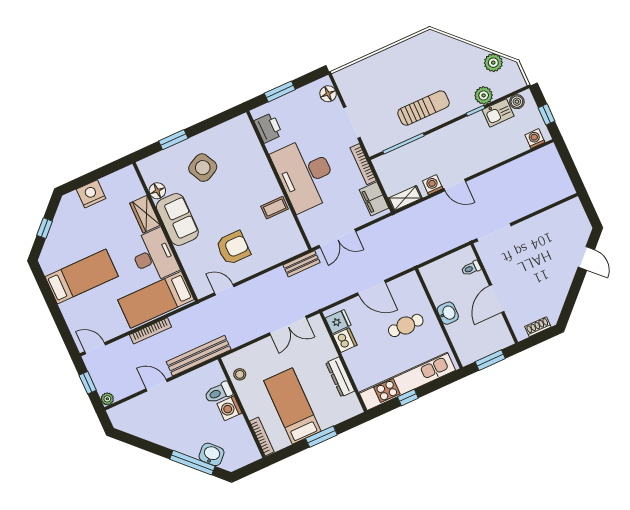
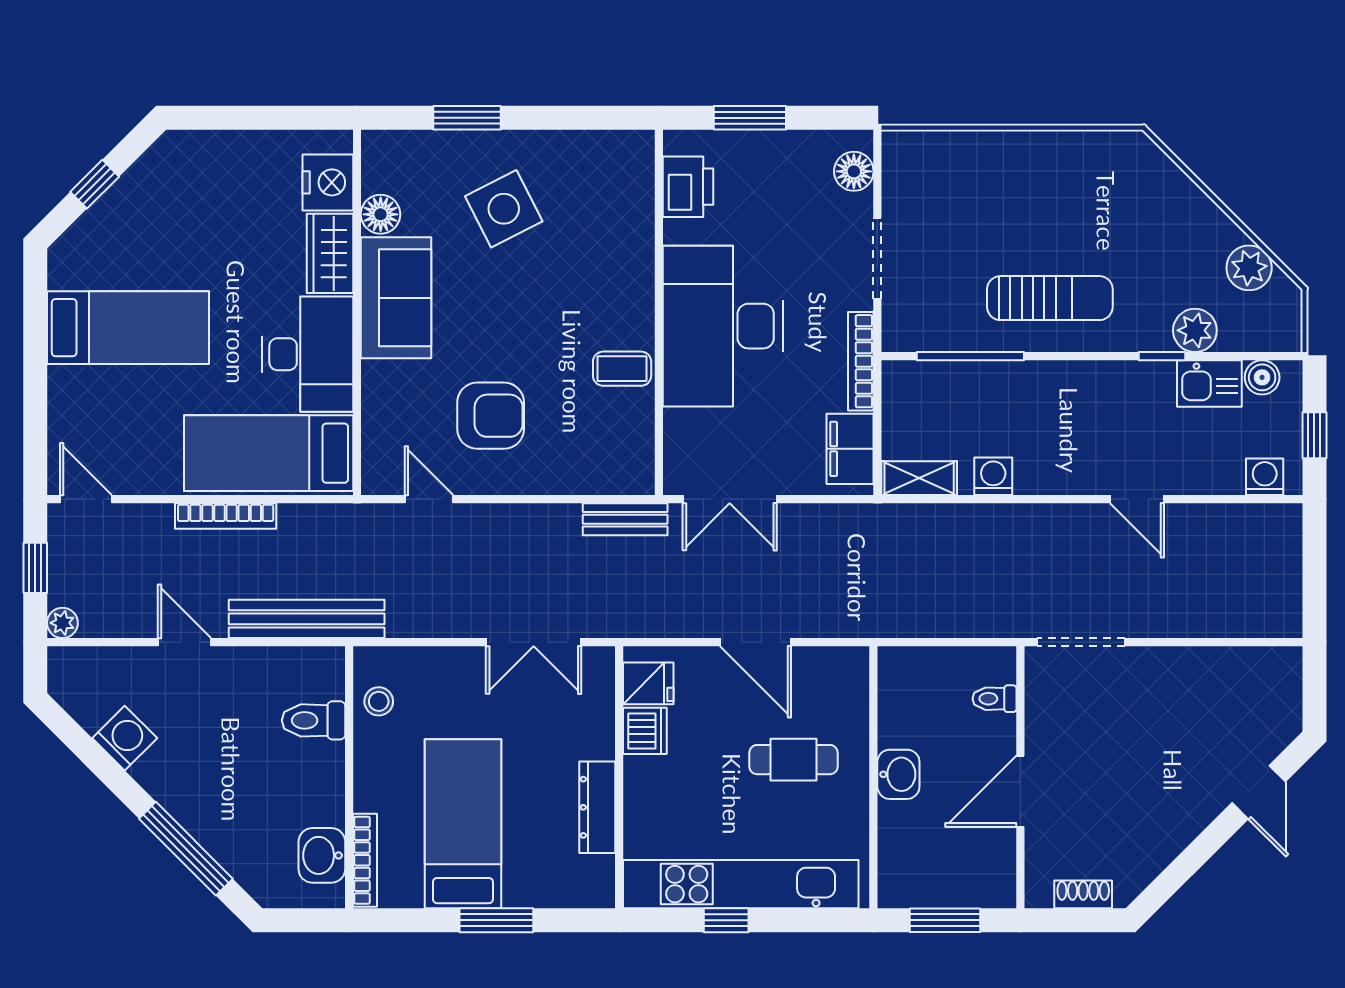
door: (455, 185) -> (1137, 499), moved
nightstand: (91, 194) -> (328, 182), moved, turned 90
washing machine: (229, 408) -> (125, 738), moved, turned 135
washbasin: (212, 454) -> (322, 855), moved, turned -135

